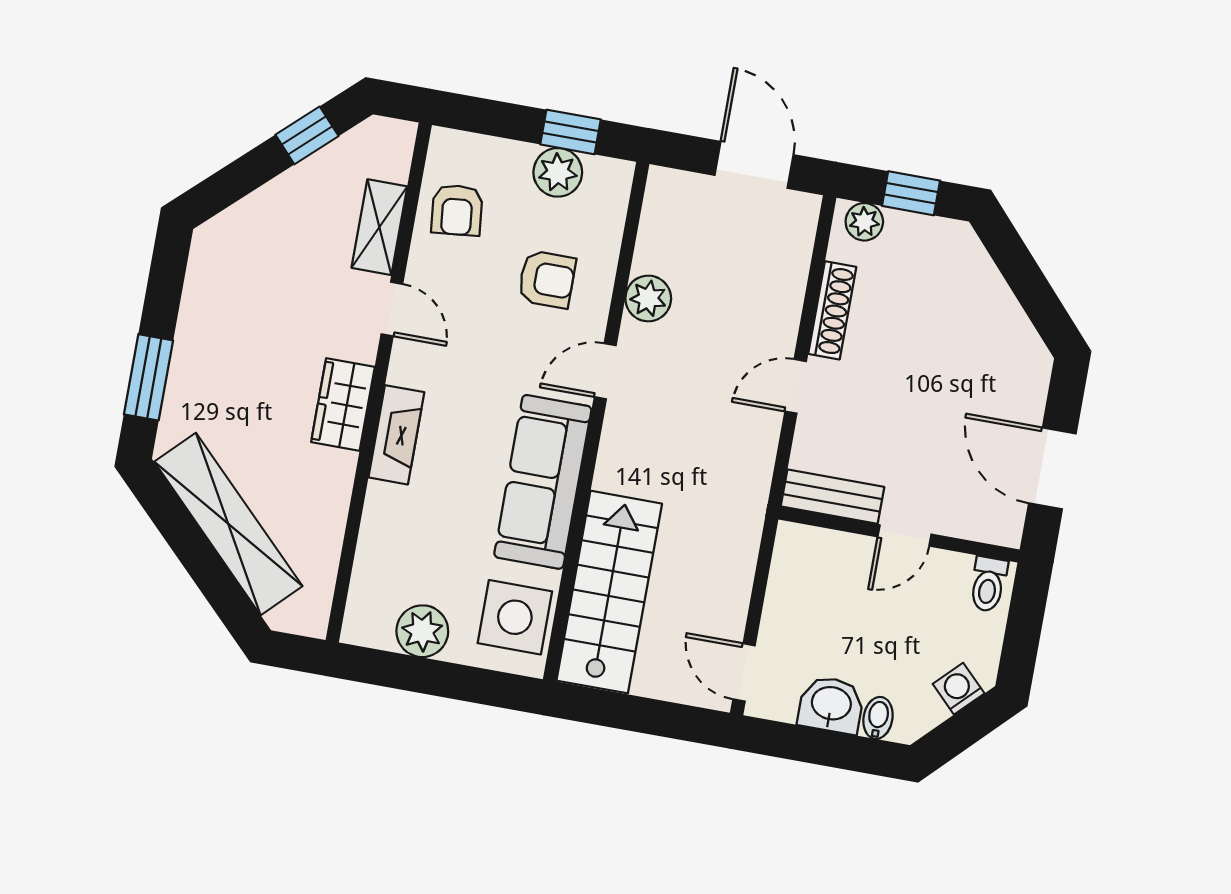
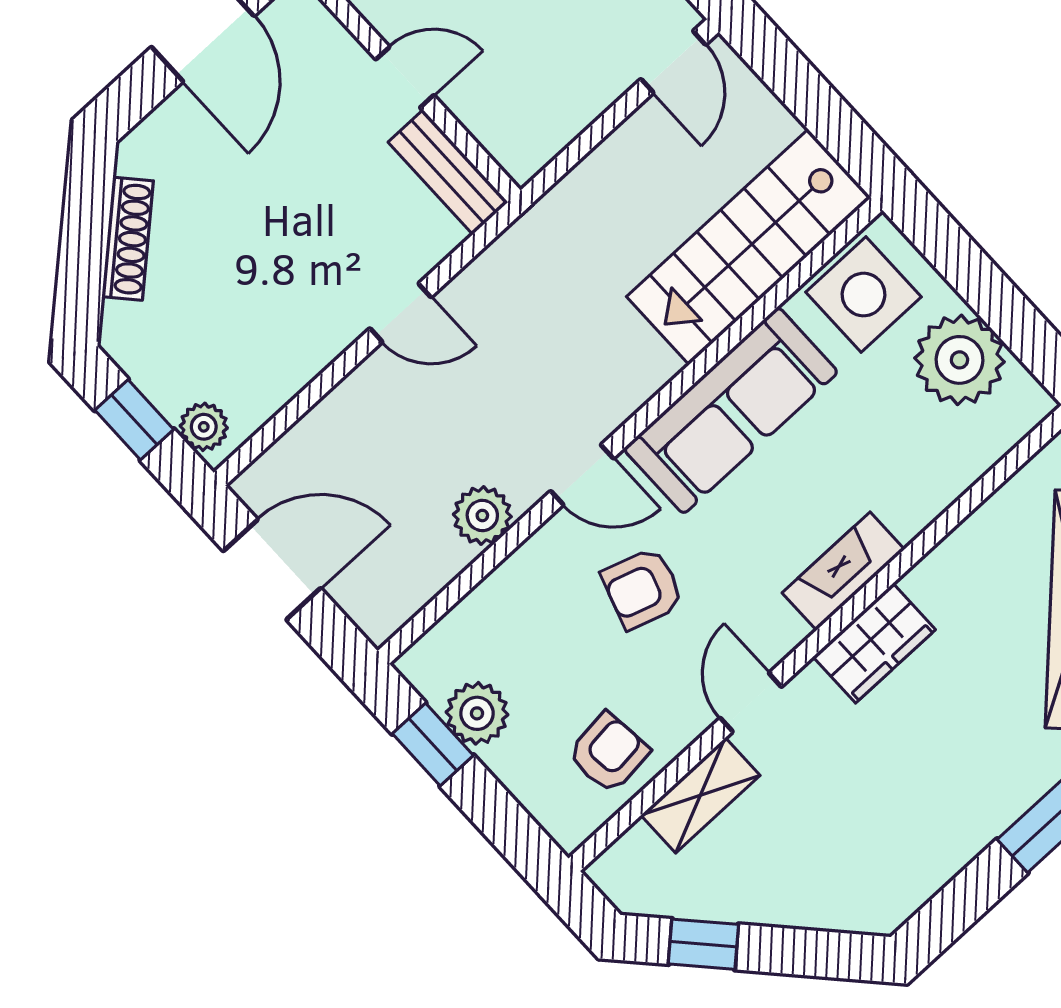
door: (754, 165) -> (272, 570), swing flipped
armchair: (547, 279) -> (643, 588), moved, turned -72
shoe rack: (832, 310) -> (128, 239), moved, turned 138
plant: (422, 631) -> (959, 360), width x1.36, depth x1.36

